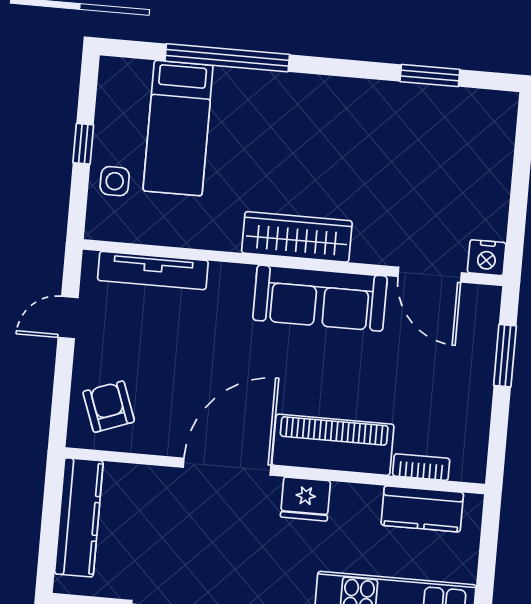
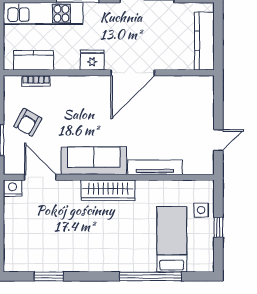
tv unit: (153, 270) -> (155, 167), moved
armchair: (109, 407) -> (28, 122), moved, turned 49
piano: (333, 445) -> (81, 88), removed

